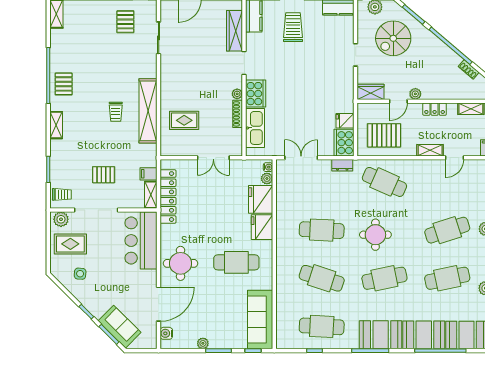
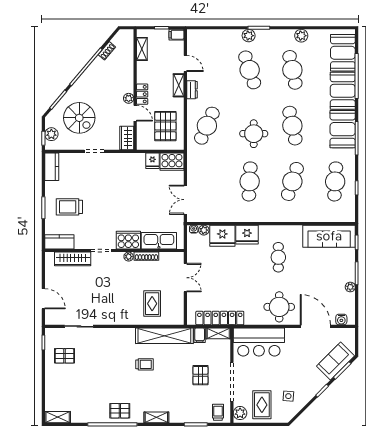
locker: (435, 109) -> (142, 94), moved
shelving: (148, 111) -> (164, 336), moved
dresser: (342, 165) -> (192, 90), moved
cafe table: (236, 262) -> (278, 257), width x0.73, depth x0.74

